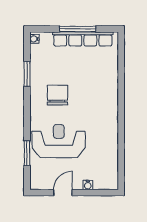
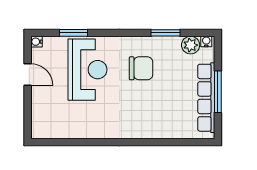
plant: (38, 52) -> (191, 45), added
water cooler: (88, 185) -> (37, 42), moved

